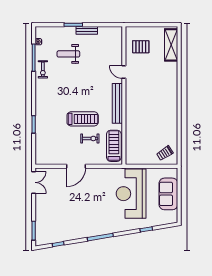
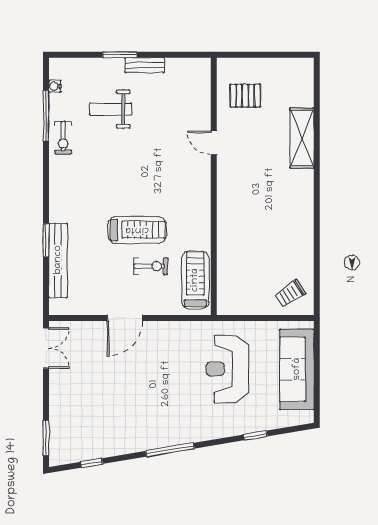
shelving: (171, 45) -> (302, 138), moved
bench: (117, 103) -> (58, 260), moved
reception desk: (131, 194) -> (227, 369), width x0.74, depth x0.77
sofa: (168, 194) -> (297, 369), width x1.36

